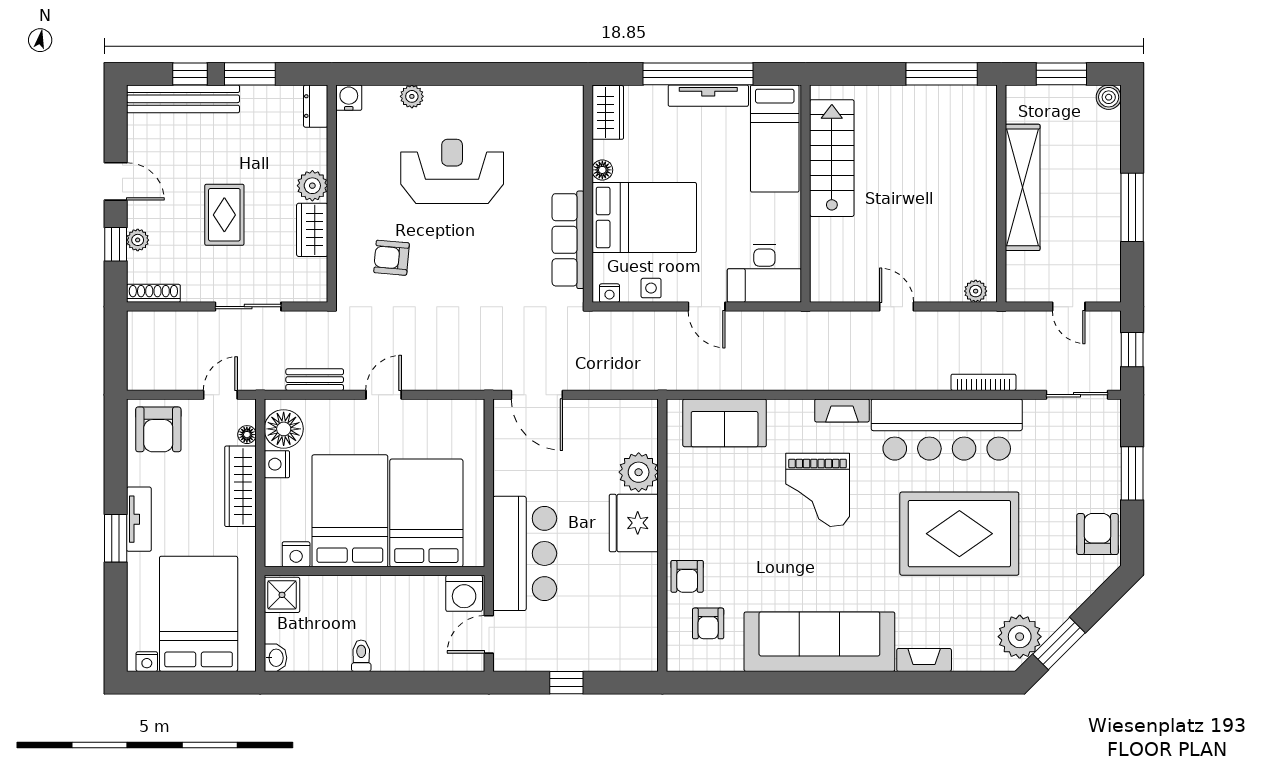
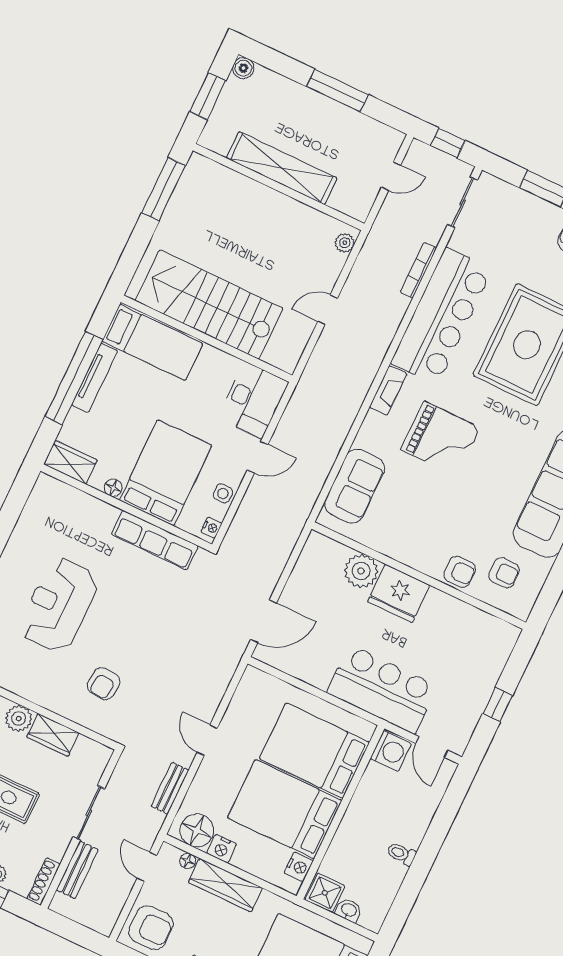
stairs: (832, 158) -> (209, 305), width x1.36, depth x1.51
bench: (183, 323) -> (77, 870), added
washbasin: (275, 658) -> (349, 910), moved

